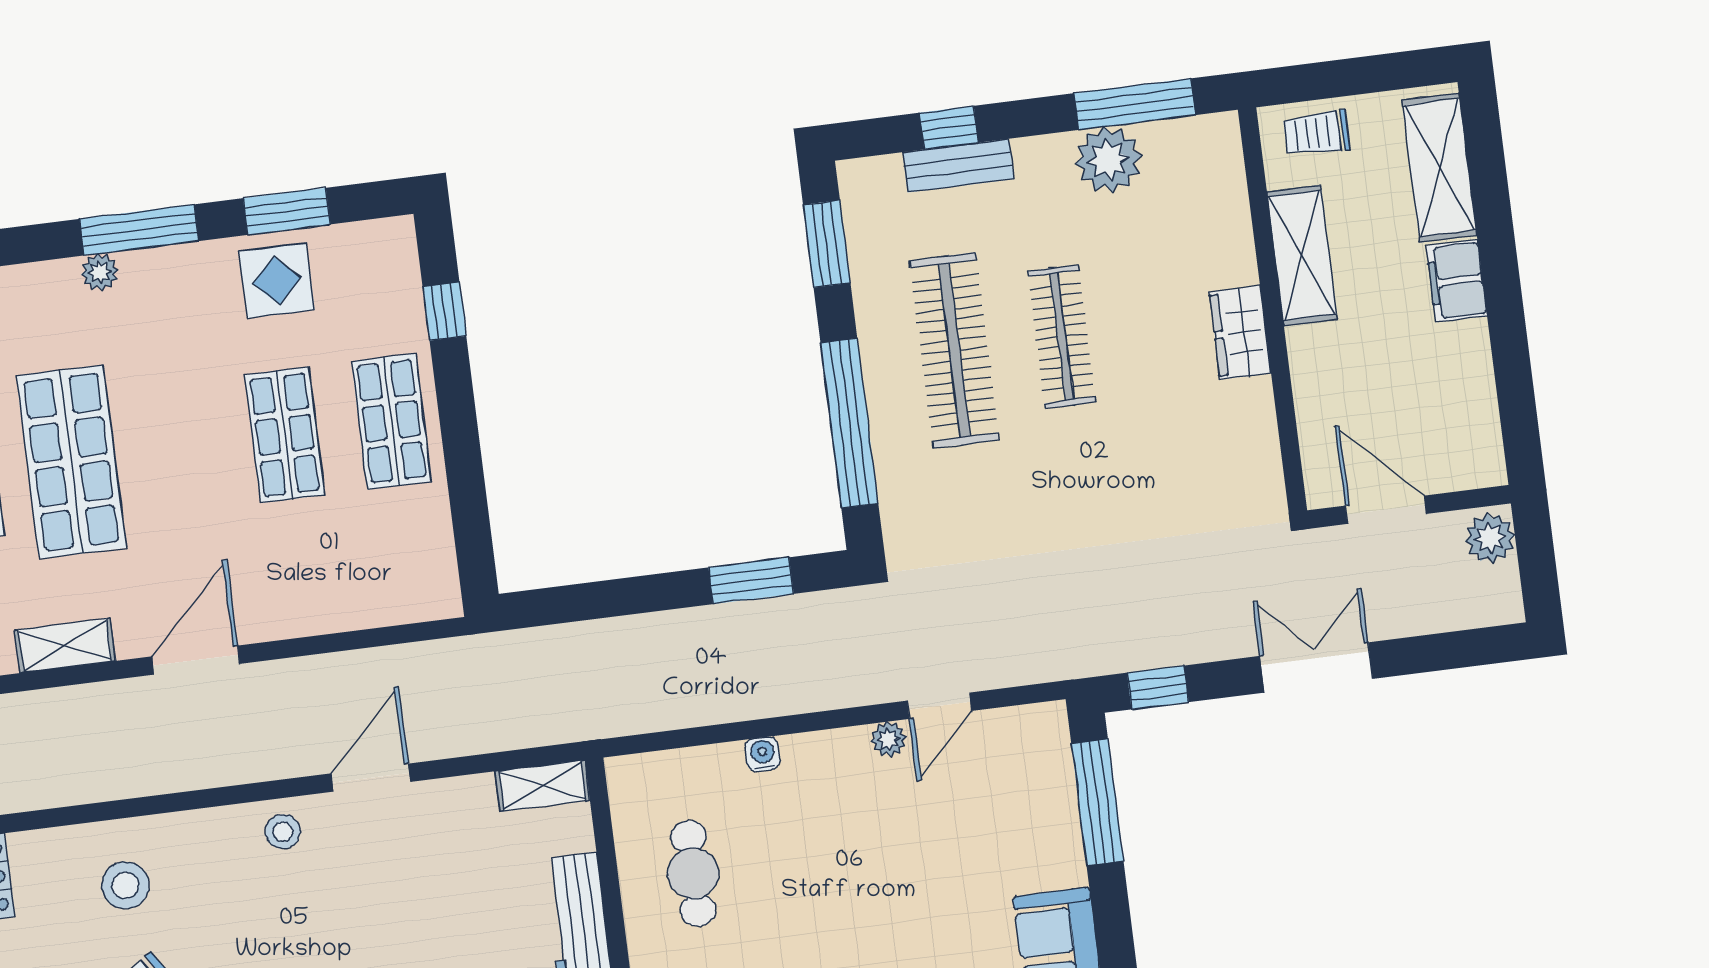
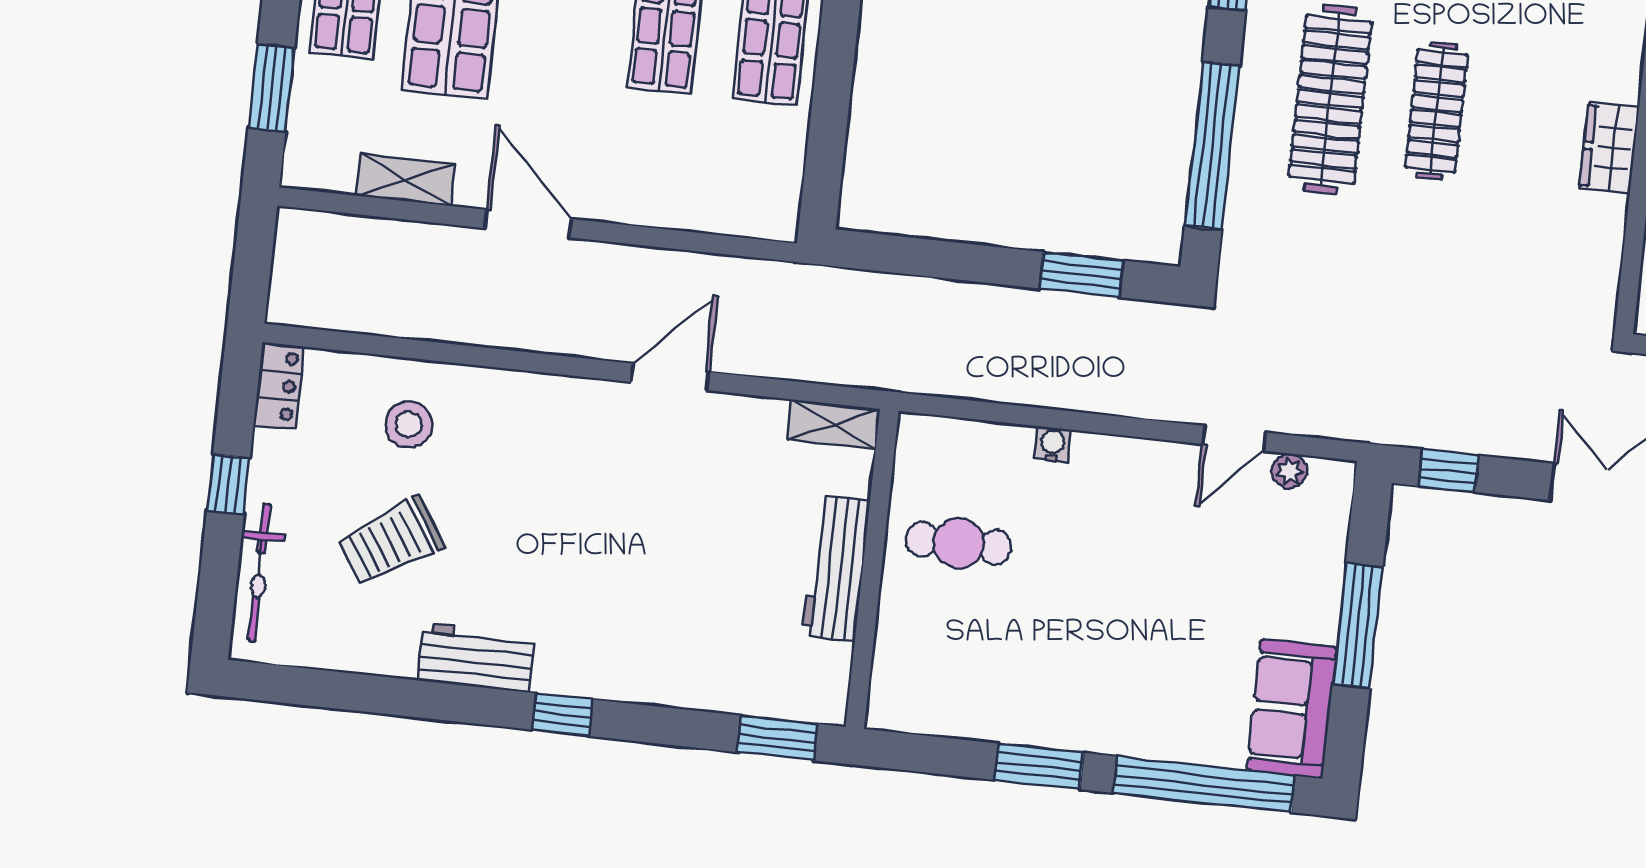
door: (196, 660) -> (528, 224), hinge flipped
plant: (889, 739) -> (1289, 471), moved
window: (1097, 802) -> (1358, 626), moved
stool: (283, 832) -> (573, 409), removed
cafe table: (693, 873) -> (959, 543), turned 90

